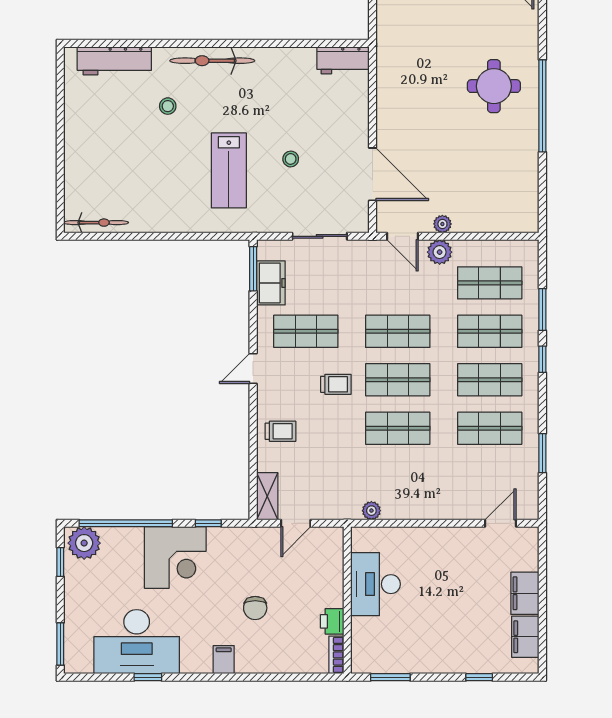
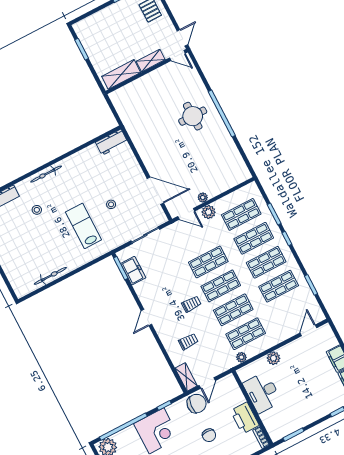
bicycle: (212, 61) -> (46, 174), width x0.73, depth x0.71
lab bench: (229, 170) -> (83, 226), turned 180
bicycle: (96, 223) -> (50, 276), moved
shop shelf: (306, 331) -> (246, 334), moved
trolley: (280, 431) -> (188, 342), moved
plant: (422, 539) -> (273, 358), added
chair: (262, 547) -> (197, 404), added
printer: (332, 621) -> (245, 418), width x1.87, depth x1.48

